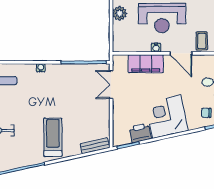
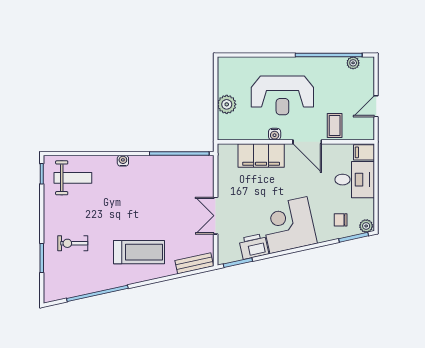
plant: (120, 13) -> (227, 104), moved
double door: (111, 85) -> (216, 216), moved
treadmill: (53, 137) -> (139, 252), turned 90

